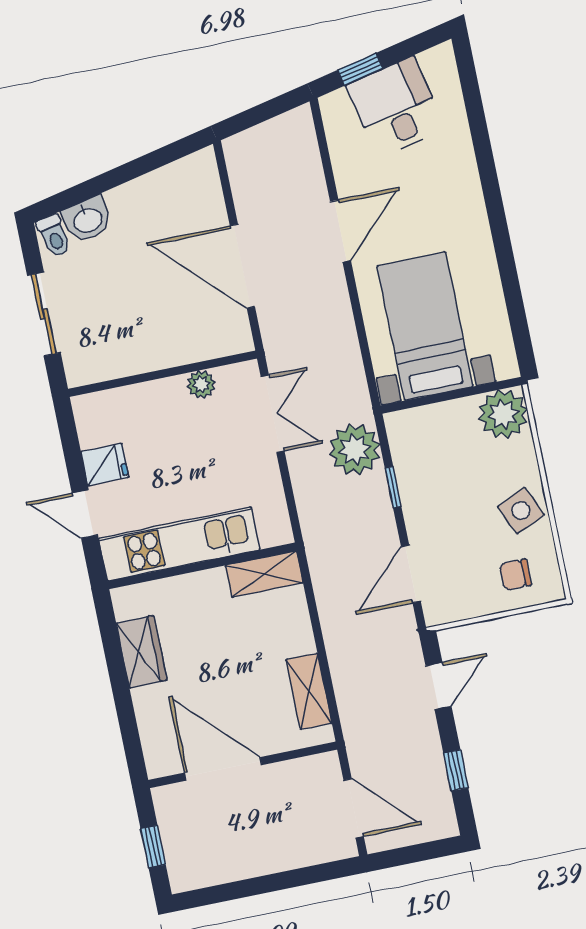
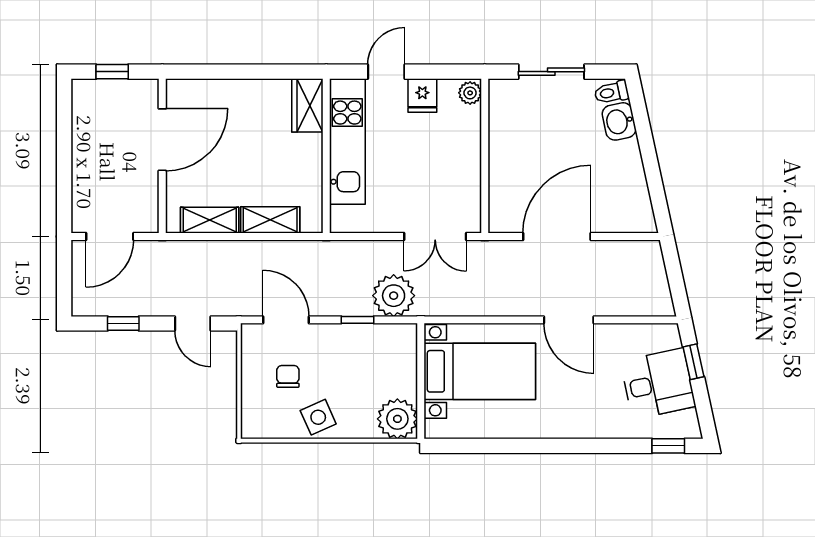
window: (468, 79) -> (668, 446), added
plant: (201, 384) -> (470, 93), moved
shelving: (264, 574) -> (270, 220), moved, turned 90
chair: (516, 575) -> (288, 376), moved
wardrobe: (141, 652) -> (307, 105), moved, turned 90

